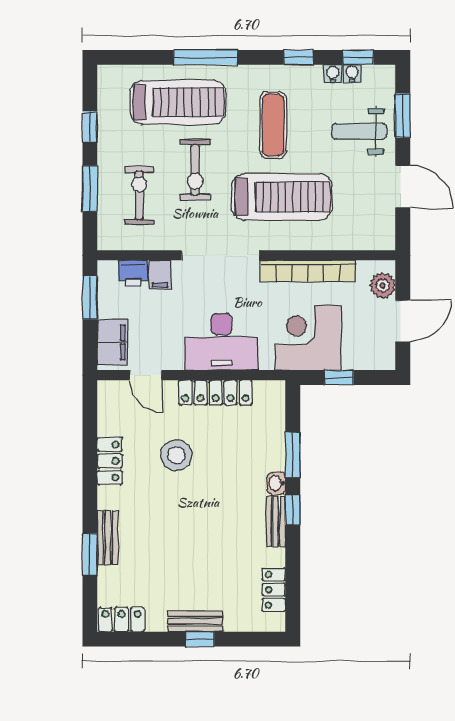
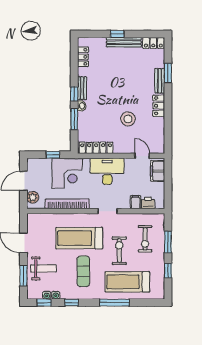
doorway: (220, 255) -> (108, 211), width x0.53
window: (90, 298) -> (168, 192), removed
locker: (216, 392) -> (96, 148), moved
locker: (110, 461) -> (159, 106), moved
bench: (195, 621) -> (124, 42), width x1.36

